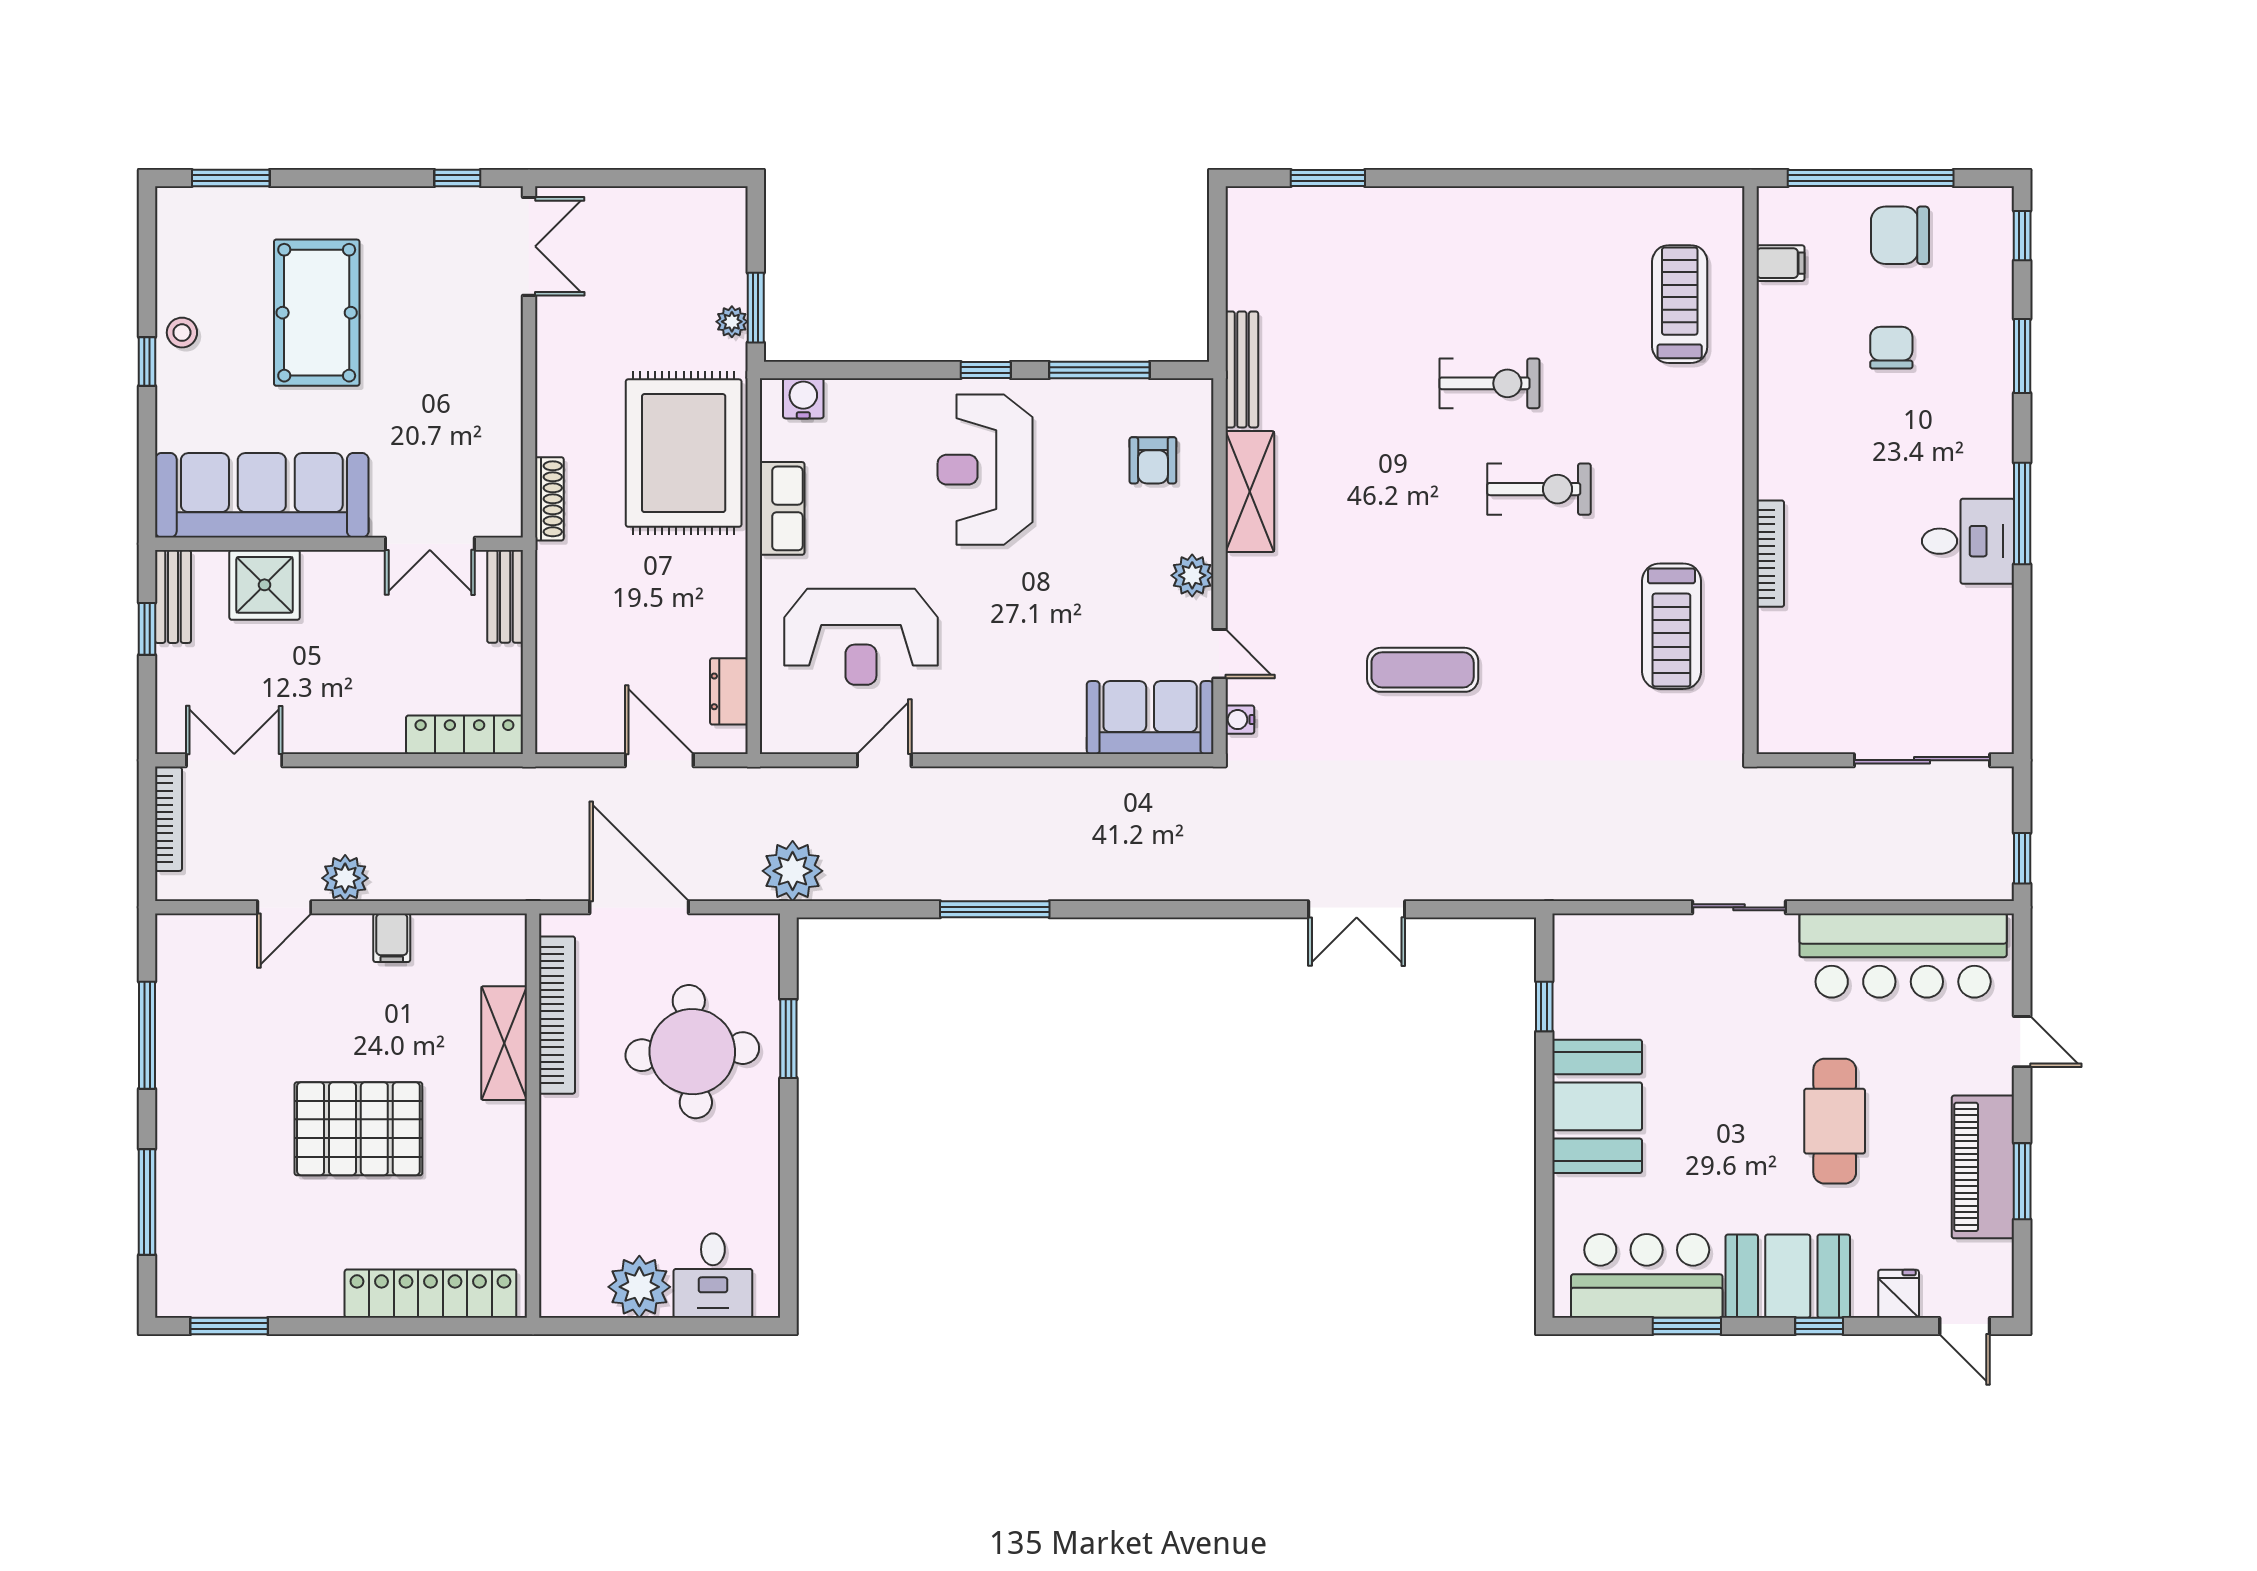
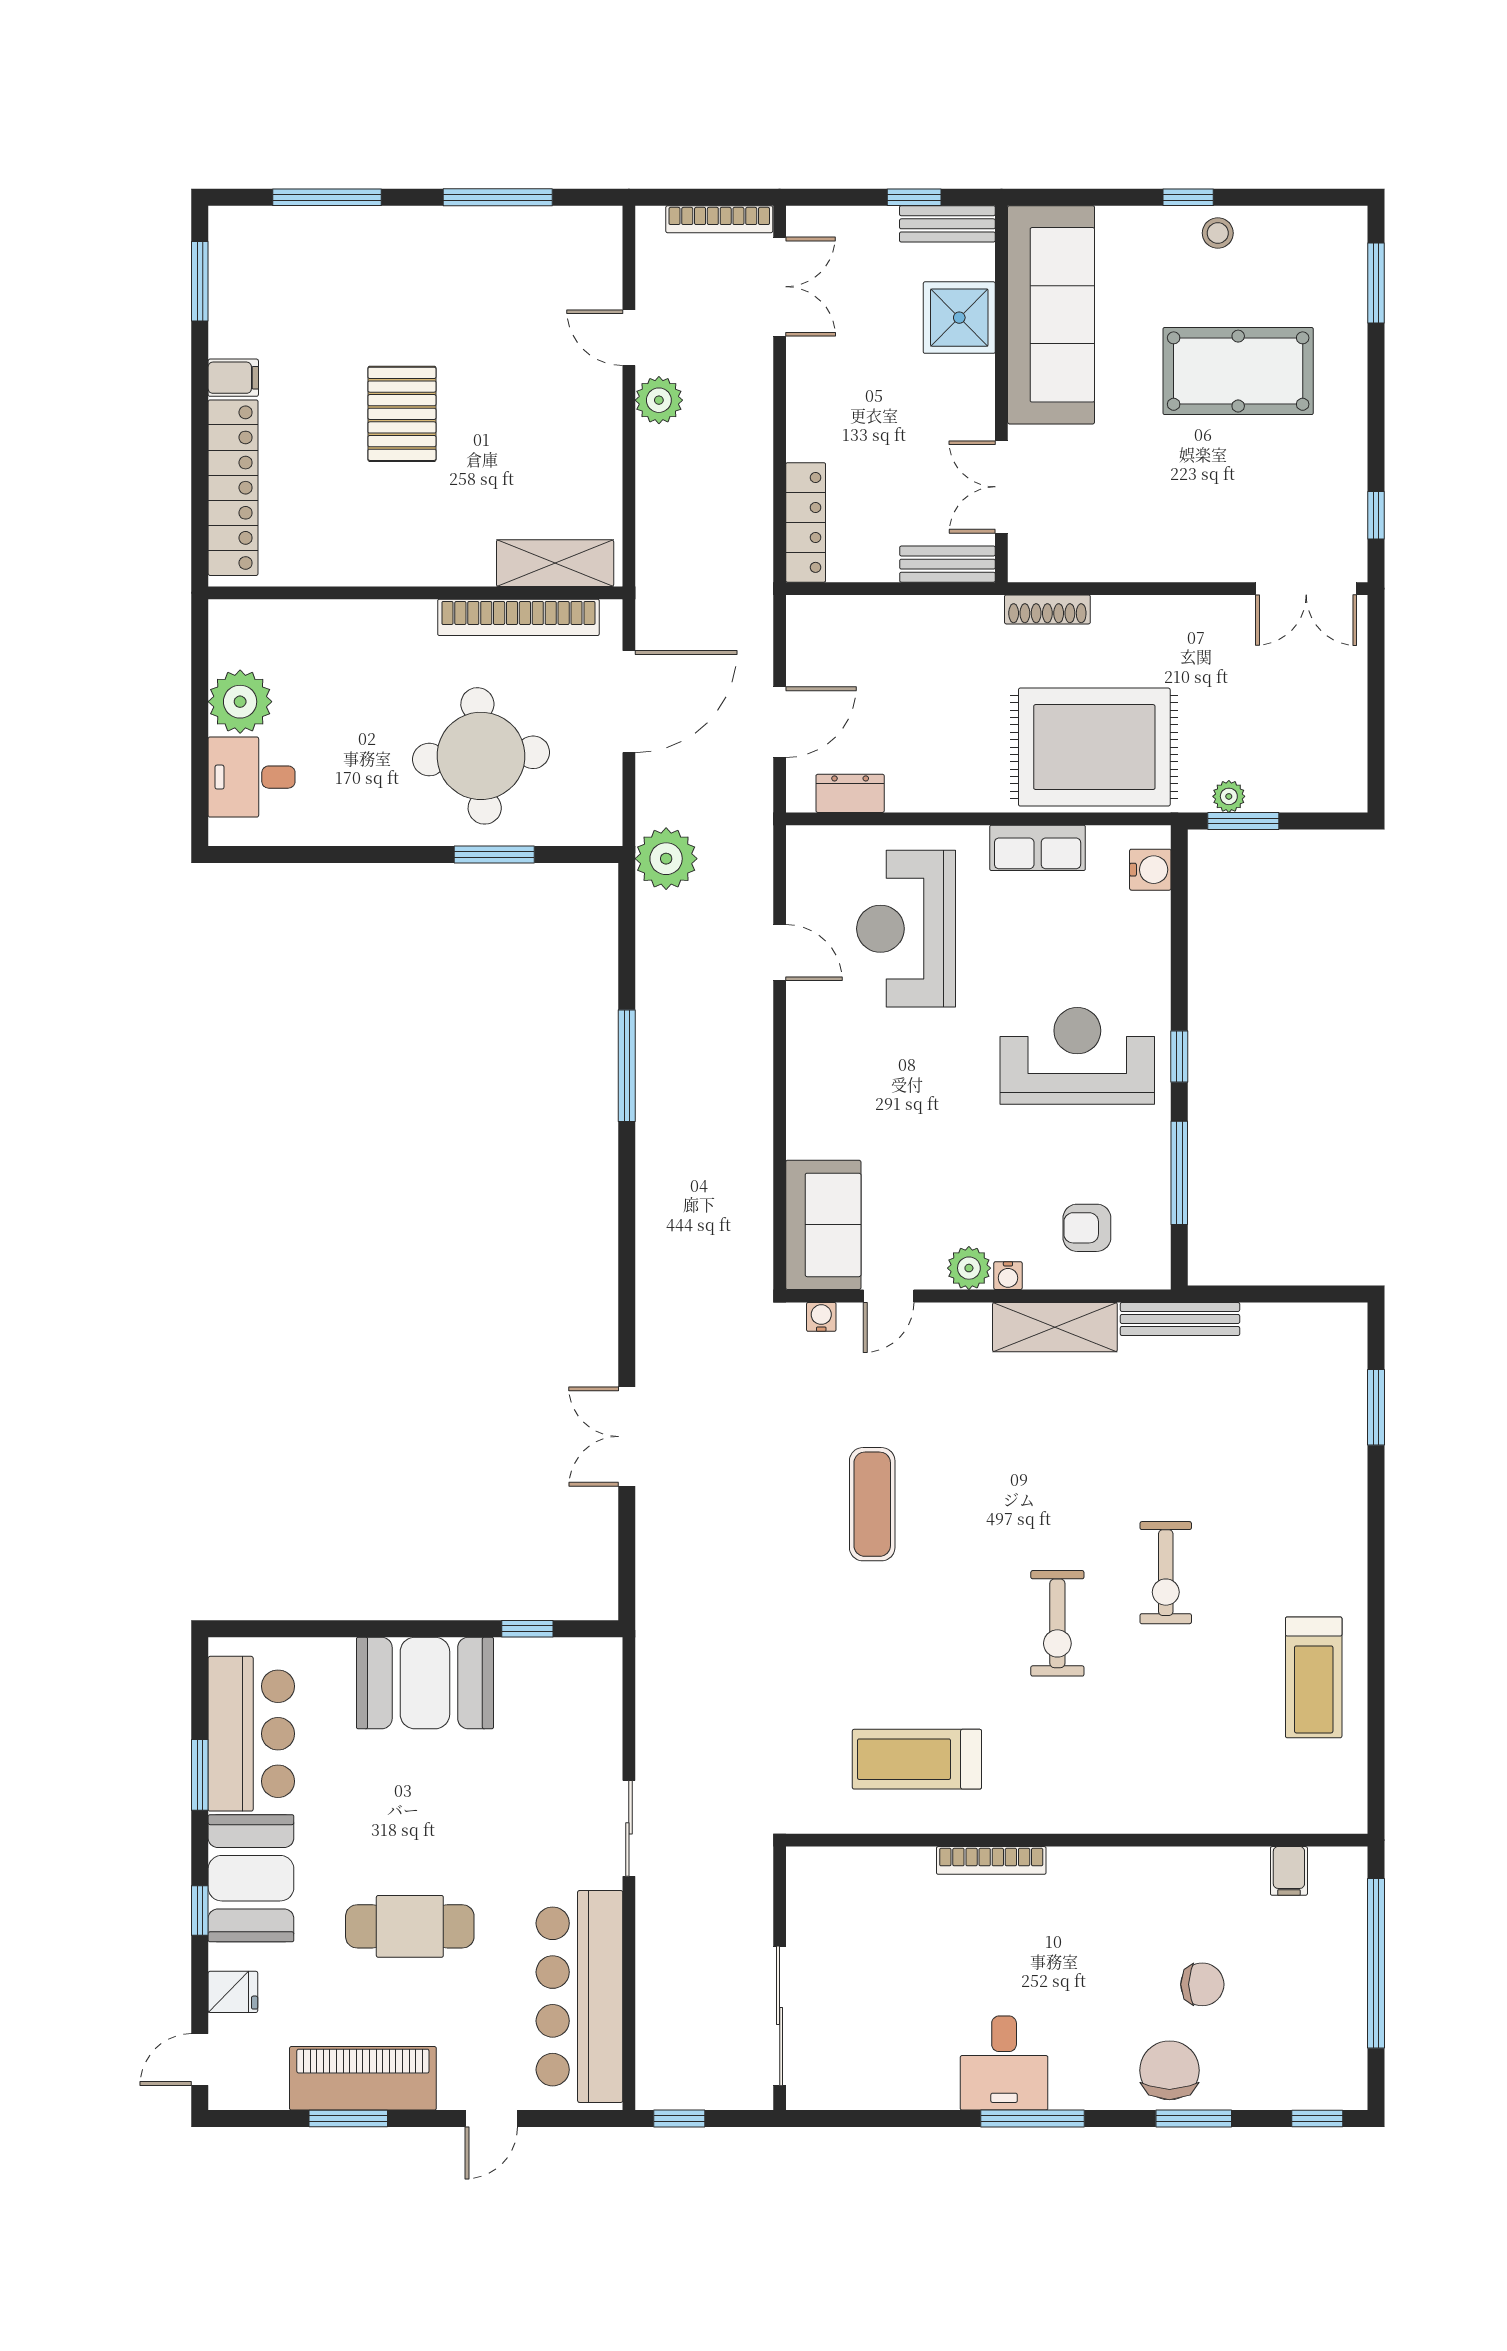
chair: (1900, 235) -> (1169, 2070), moved
treadmill: (1680, 304) -> (1314, 1677), moved, turned 90
water cooler: (1200, 537) -> (1008, 1276), added
filing cabinet: (392, 938) -> (233, 378), moved, turned 180
shelving: (504, 1043) -> (555, 563), moved
pallet: (358, 1129) -> (402, 414), width x0.73, depth x0.71

